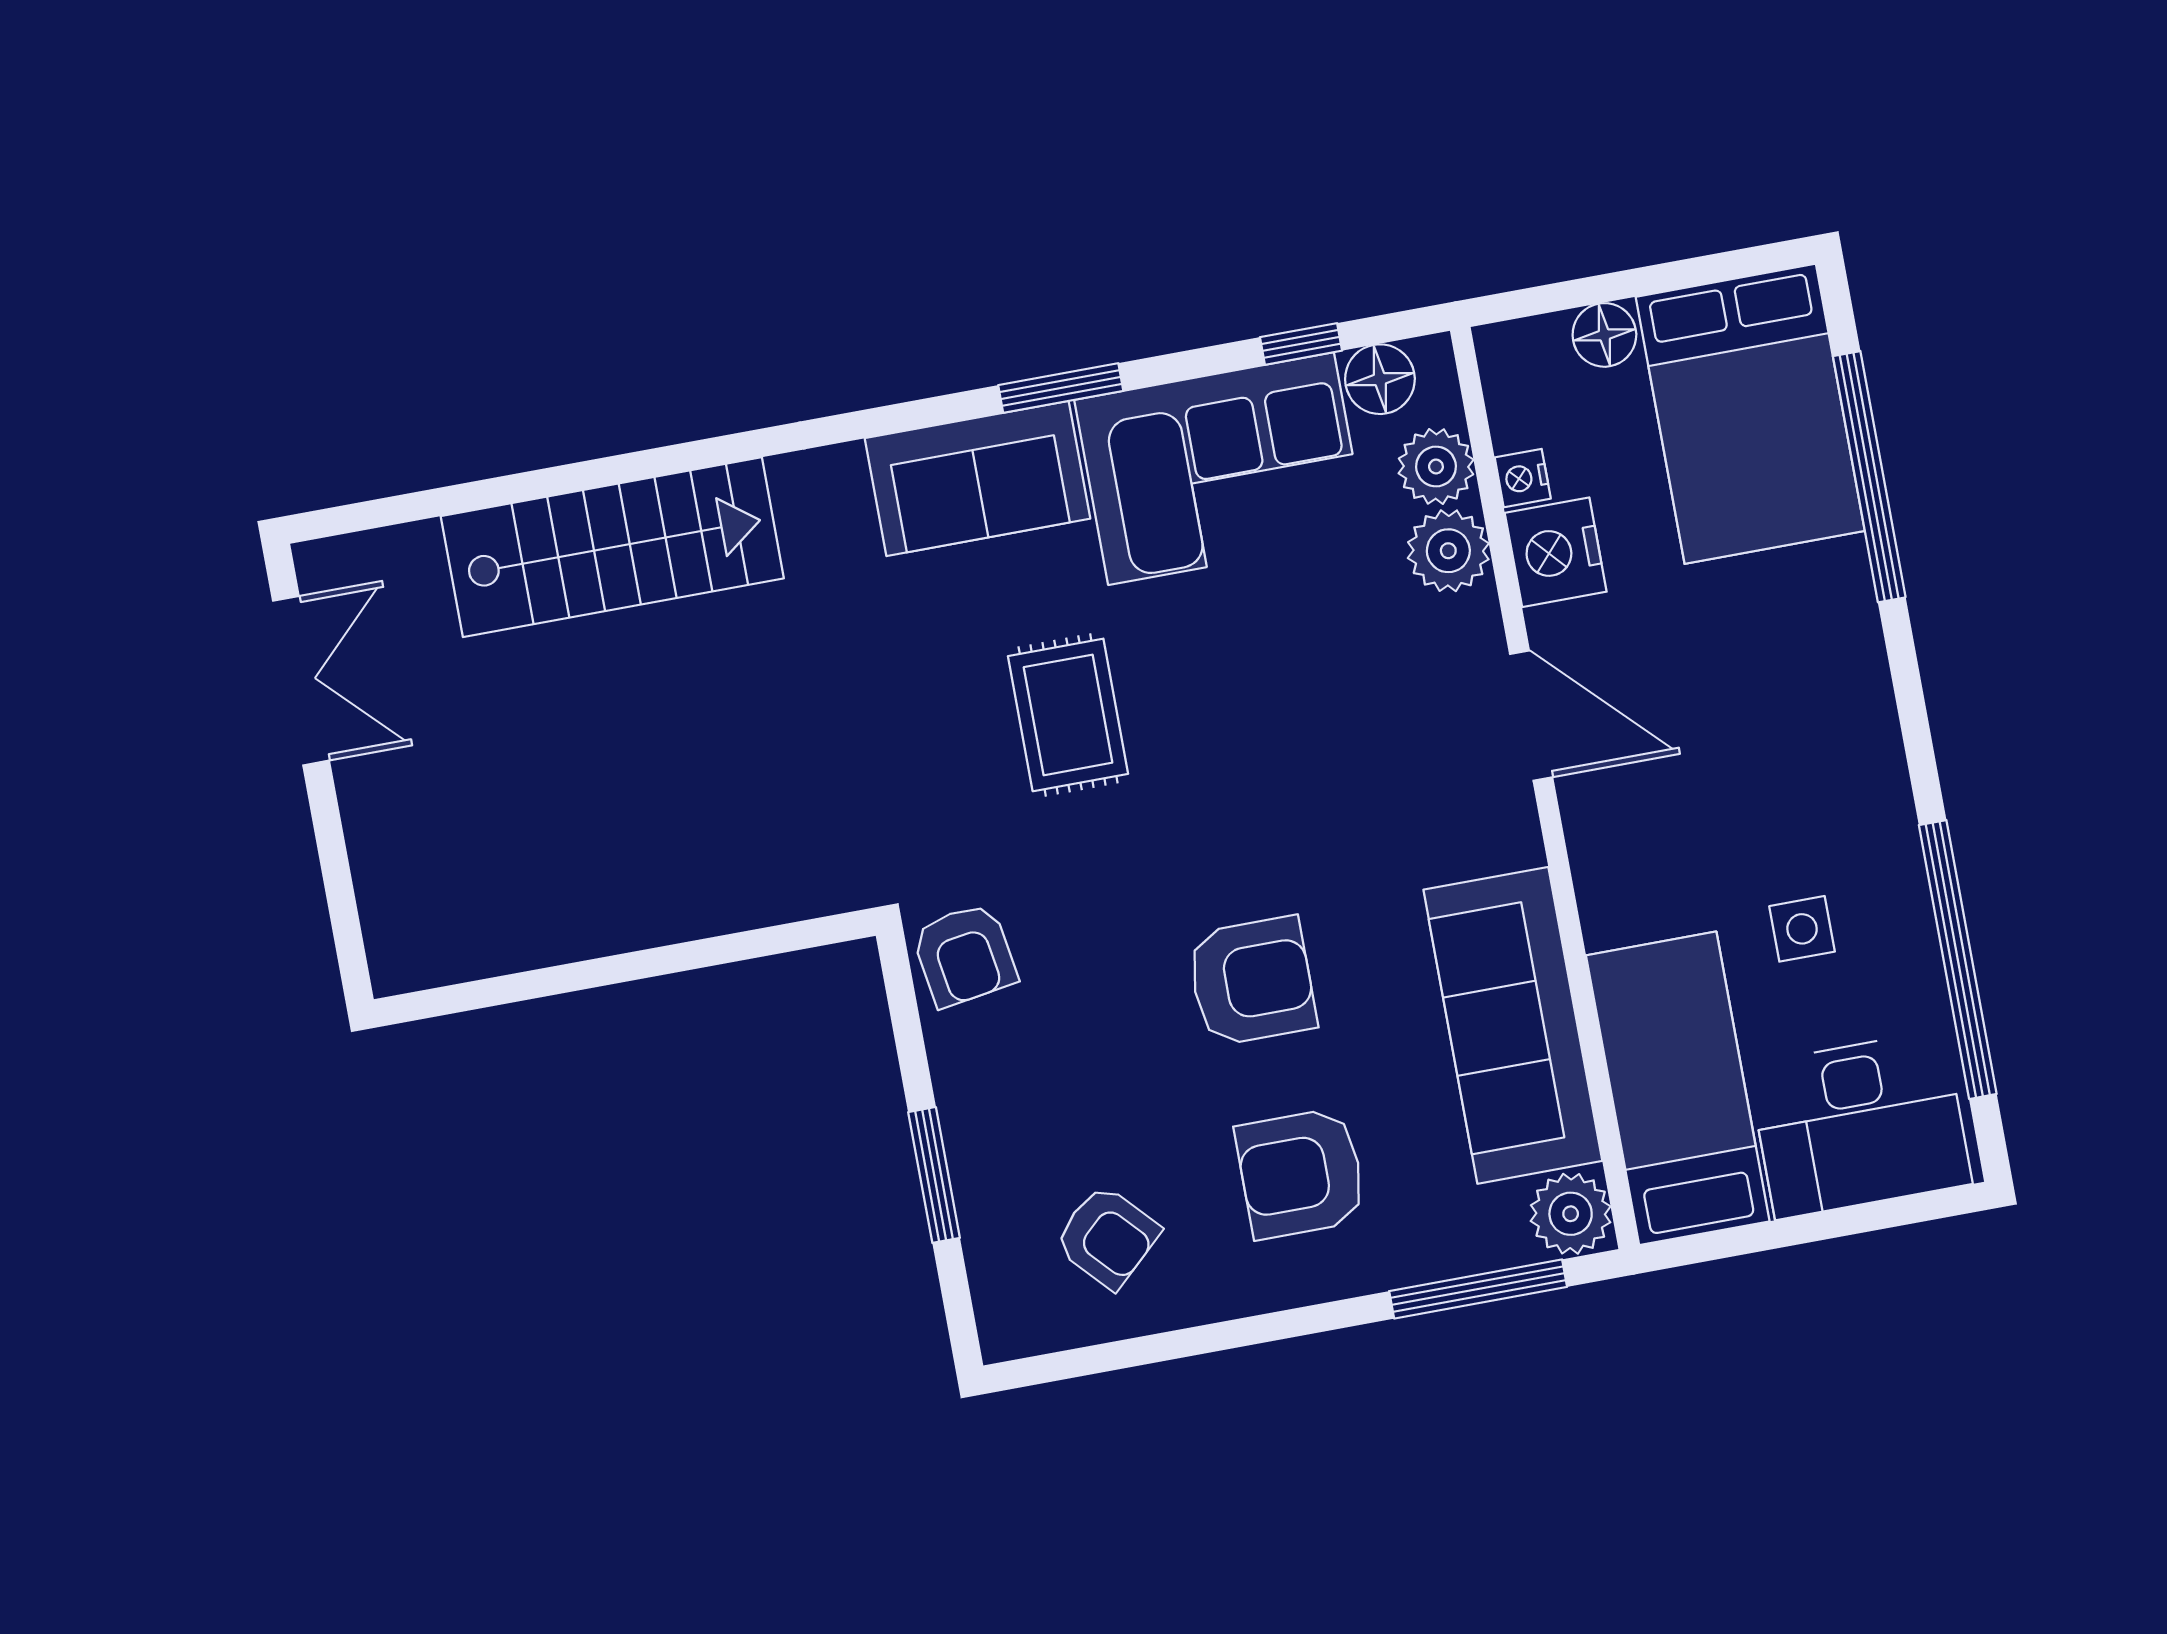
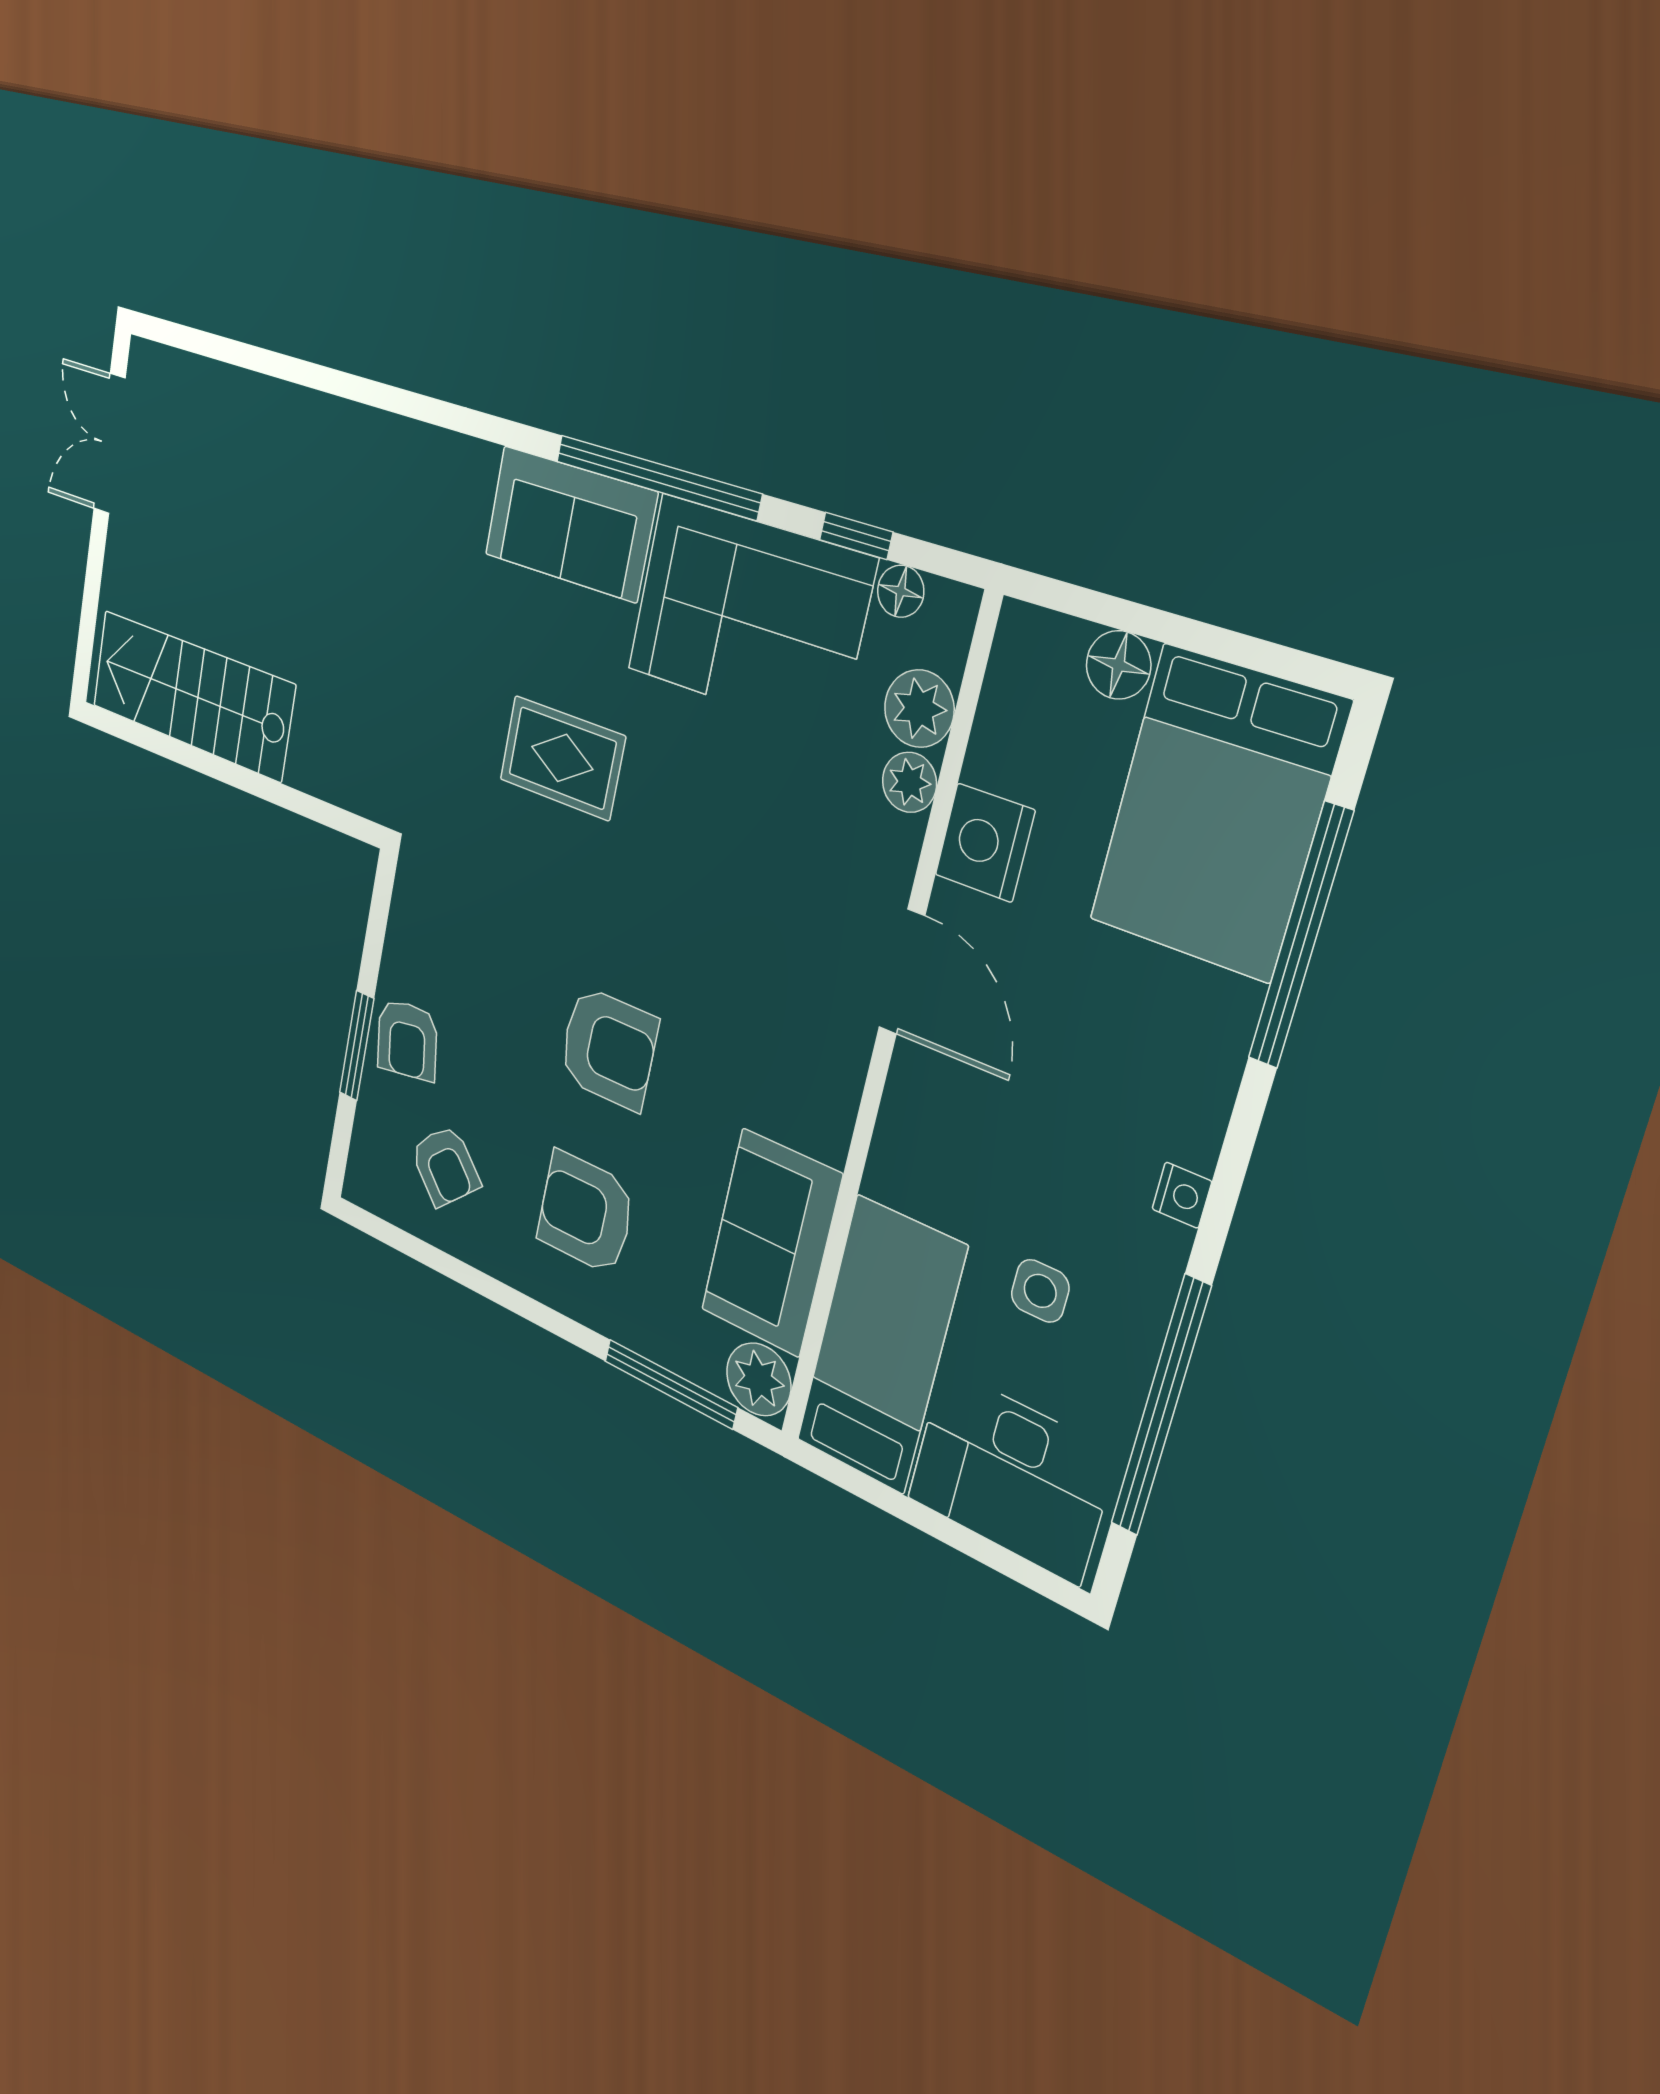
floor lamp: (1380, 379) -> (901, 591), width x0.73, depth x0.73
window: (1061, 388) -> (657, 477), width x2.11
nightstand: (1523, 478) -> (1182, 1195), moved, turned 180
stairs: (612, 547) -> (192, 695), moved, turned 180
plant: (1448, 551) -> (909, 782), width x0.73, depth x0.73
double door: (301, 681) -> (109, 444), swing flipped
rug: (1068, 715) -> (562, 758), turned 90
armchair: (965, 955) -> (407, 1040), moved
sofa: (1513, 1025) -> (771, 1243), width x0.73

